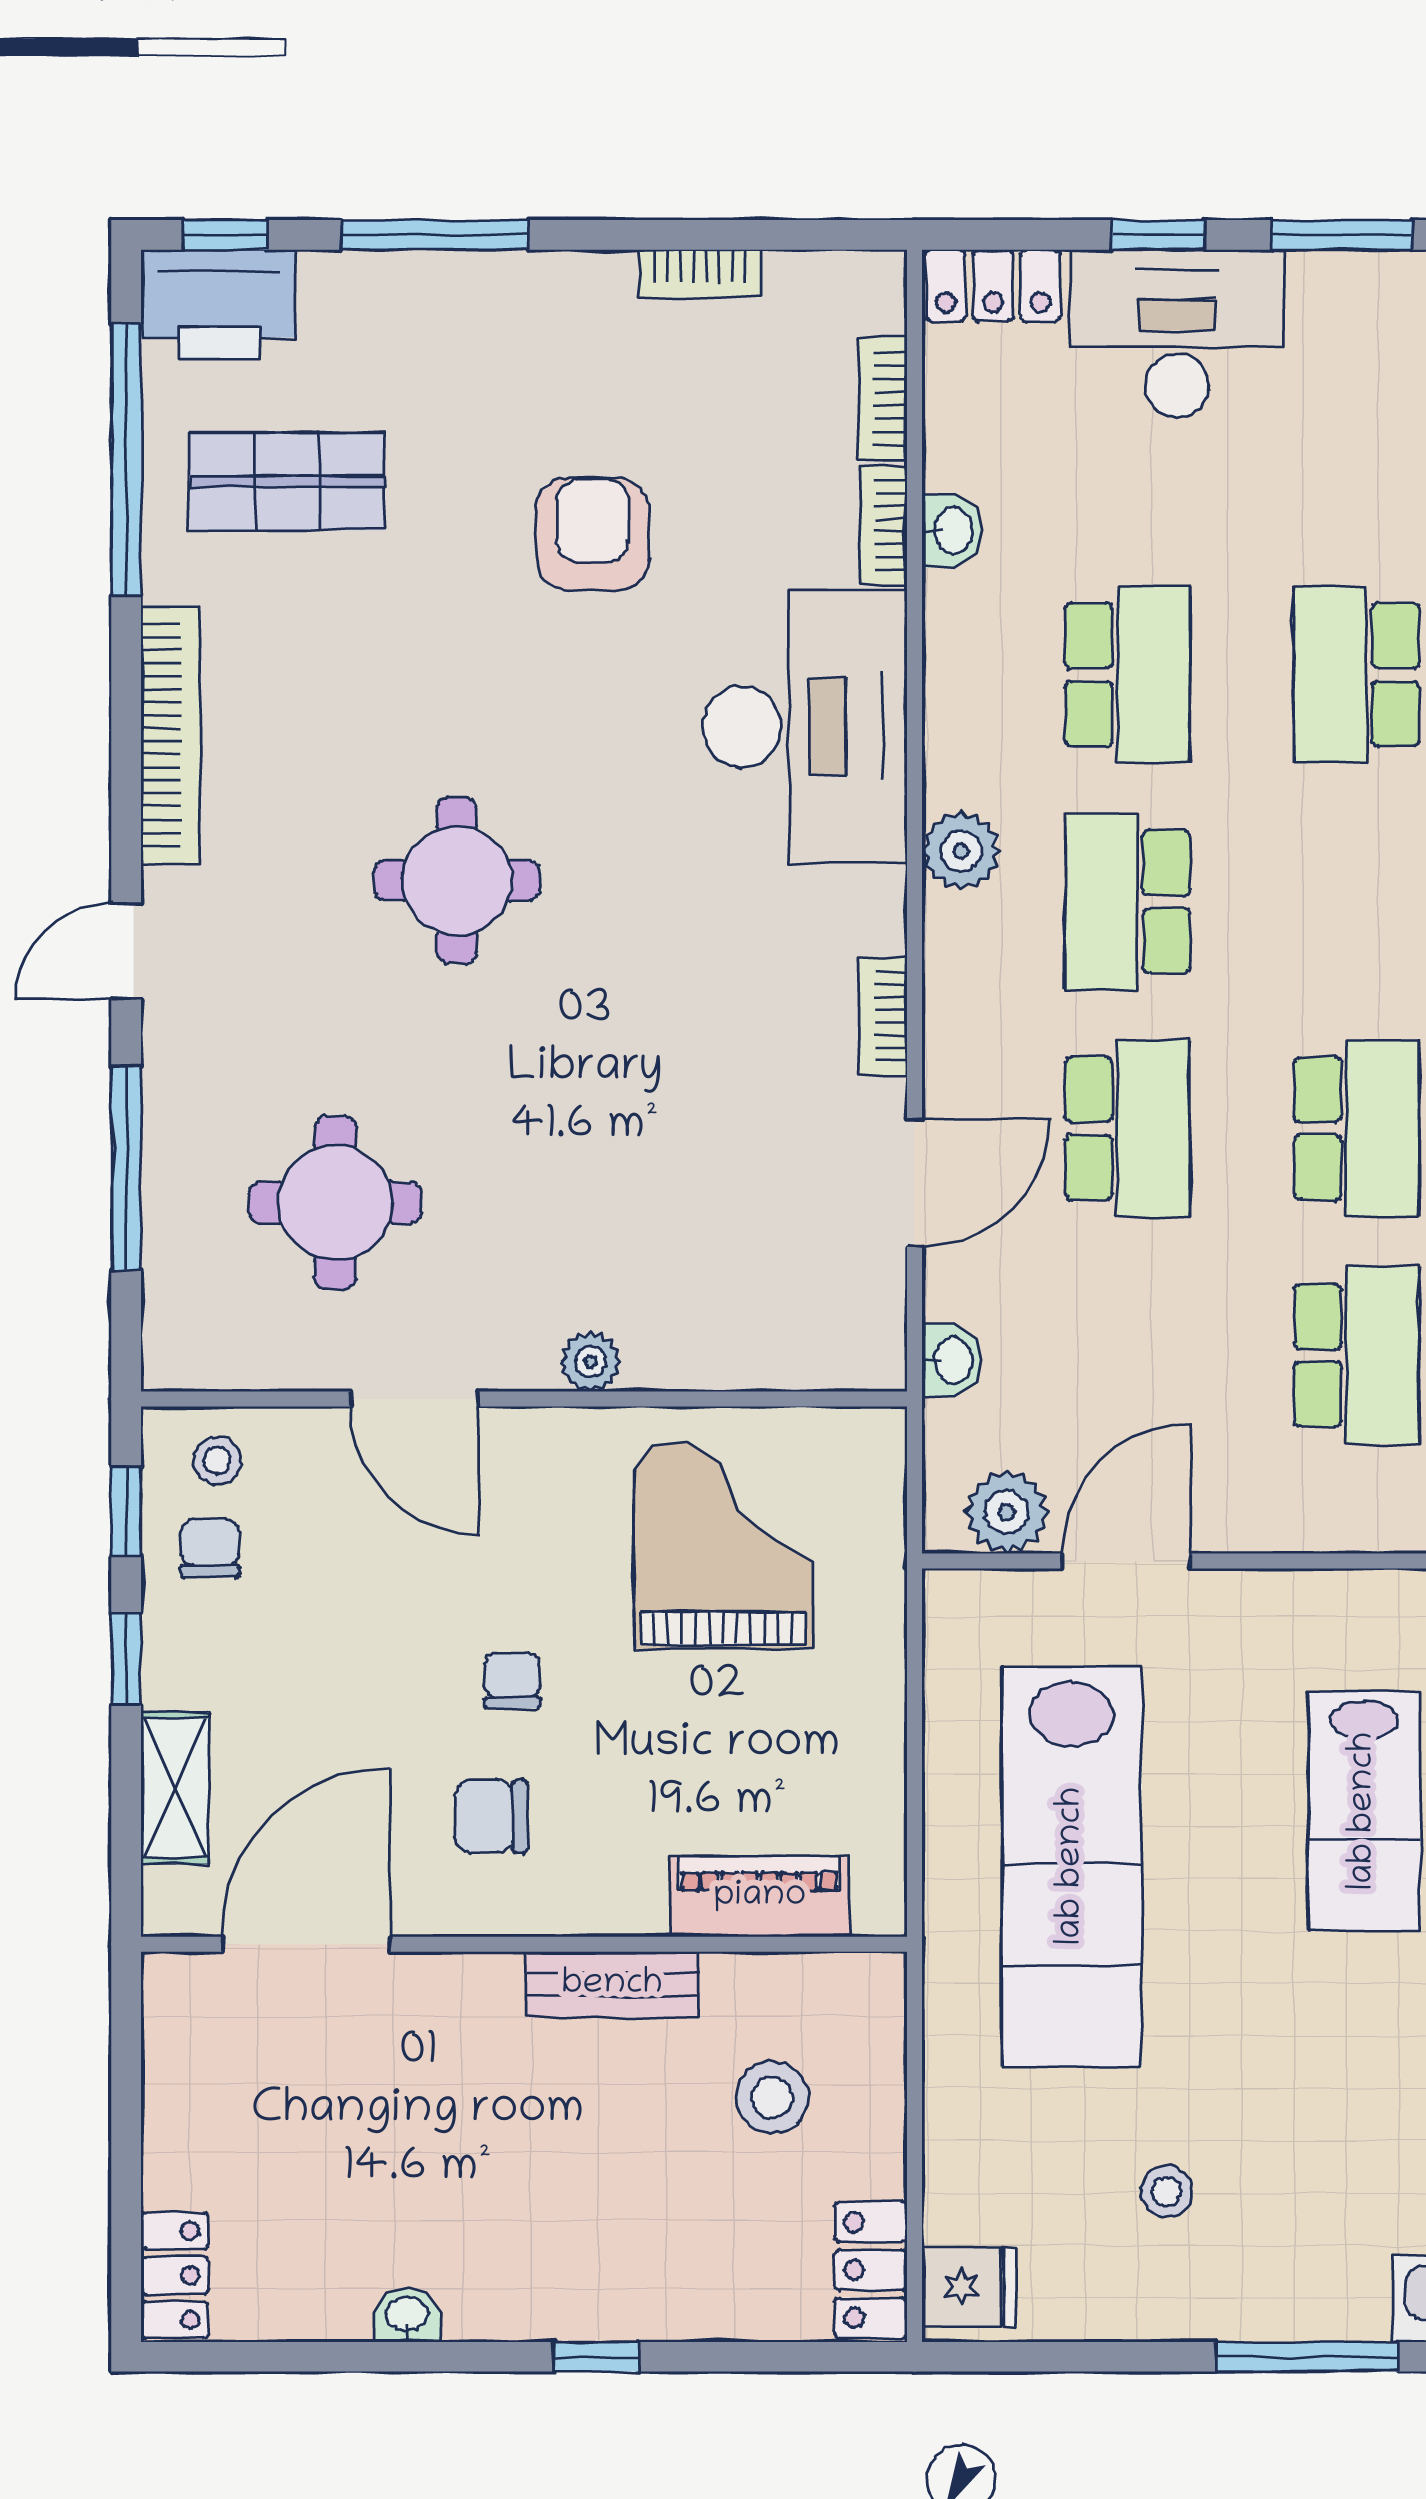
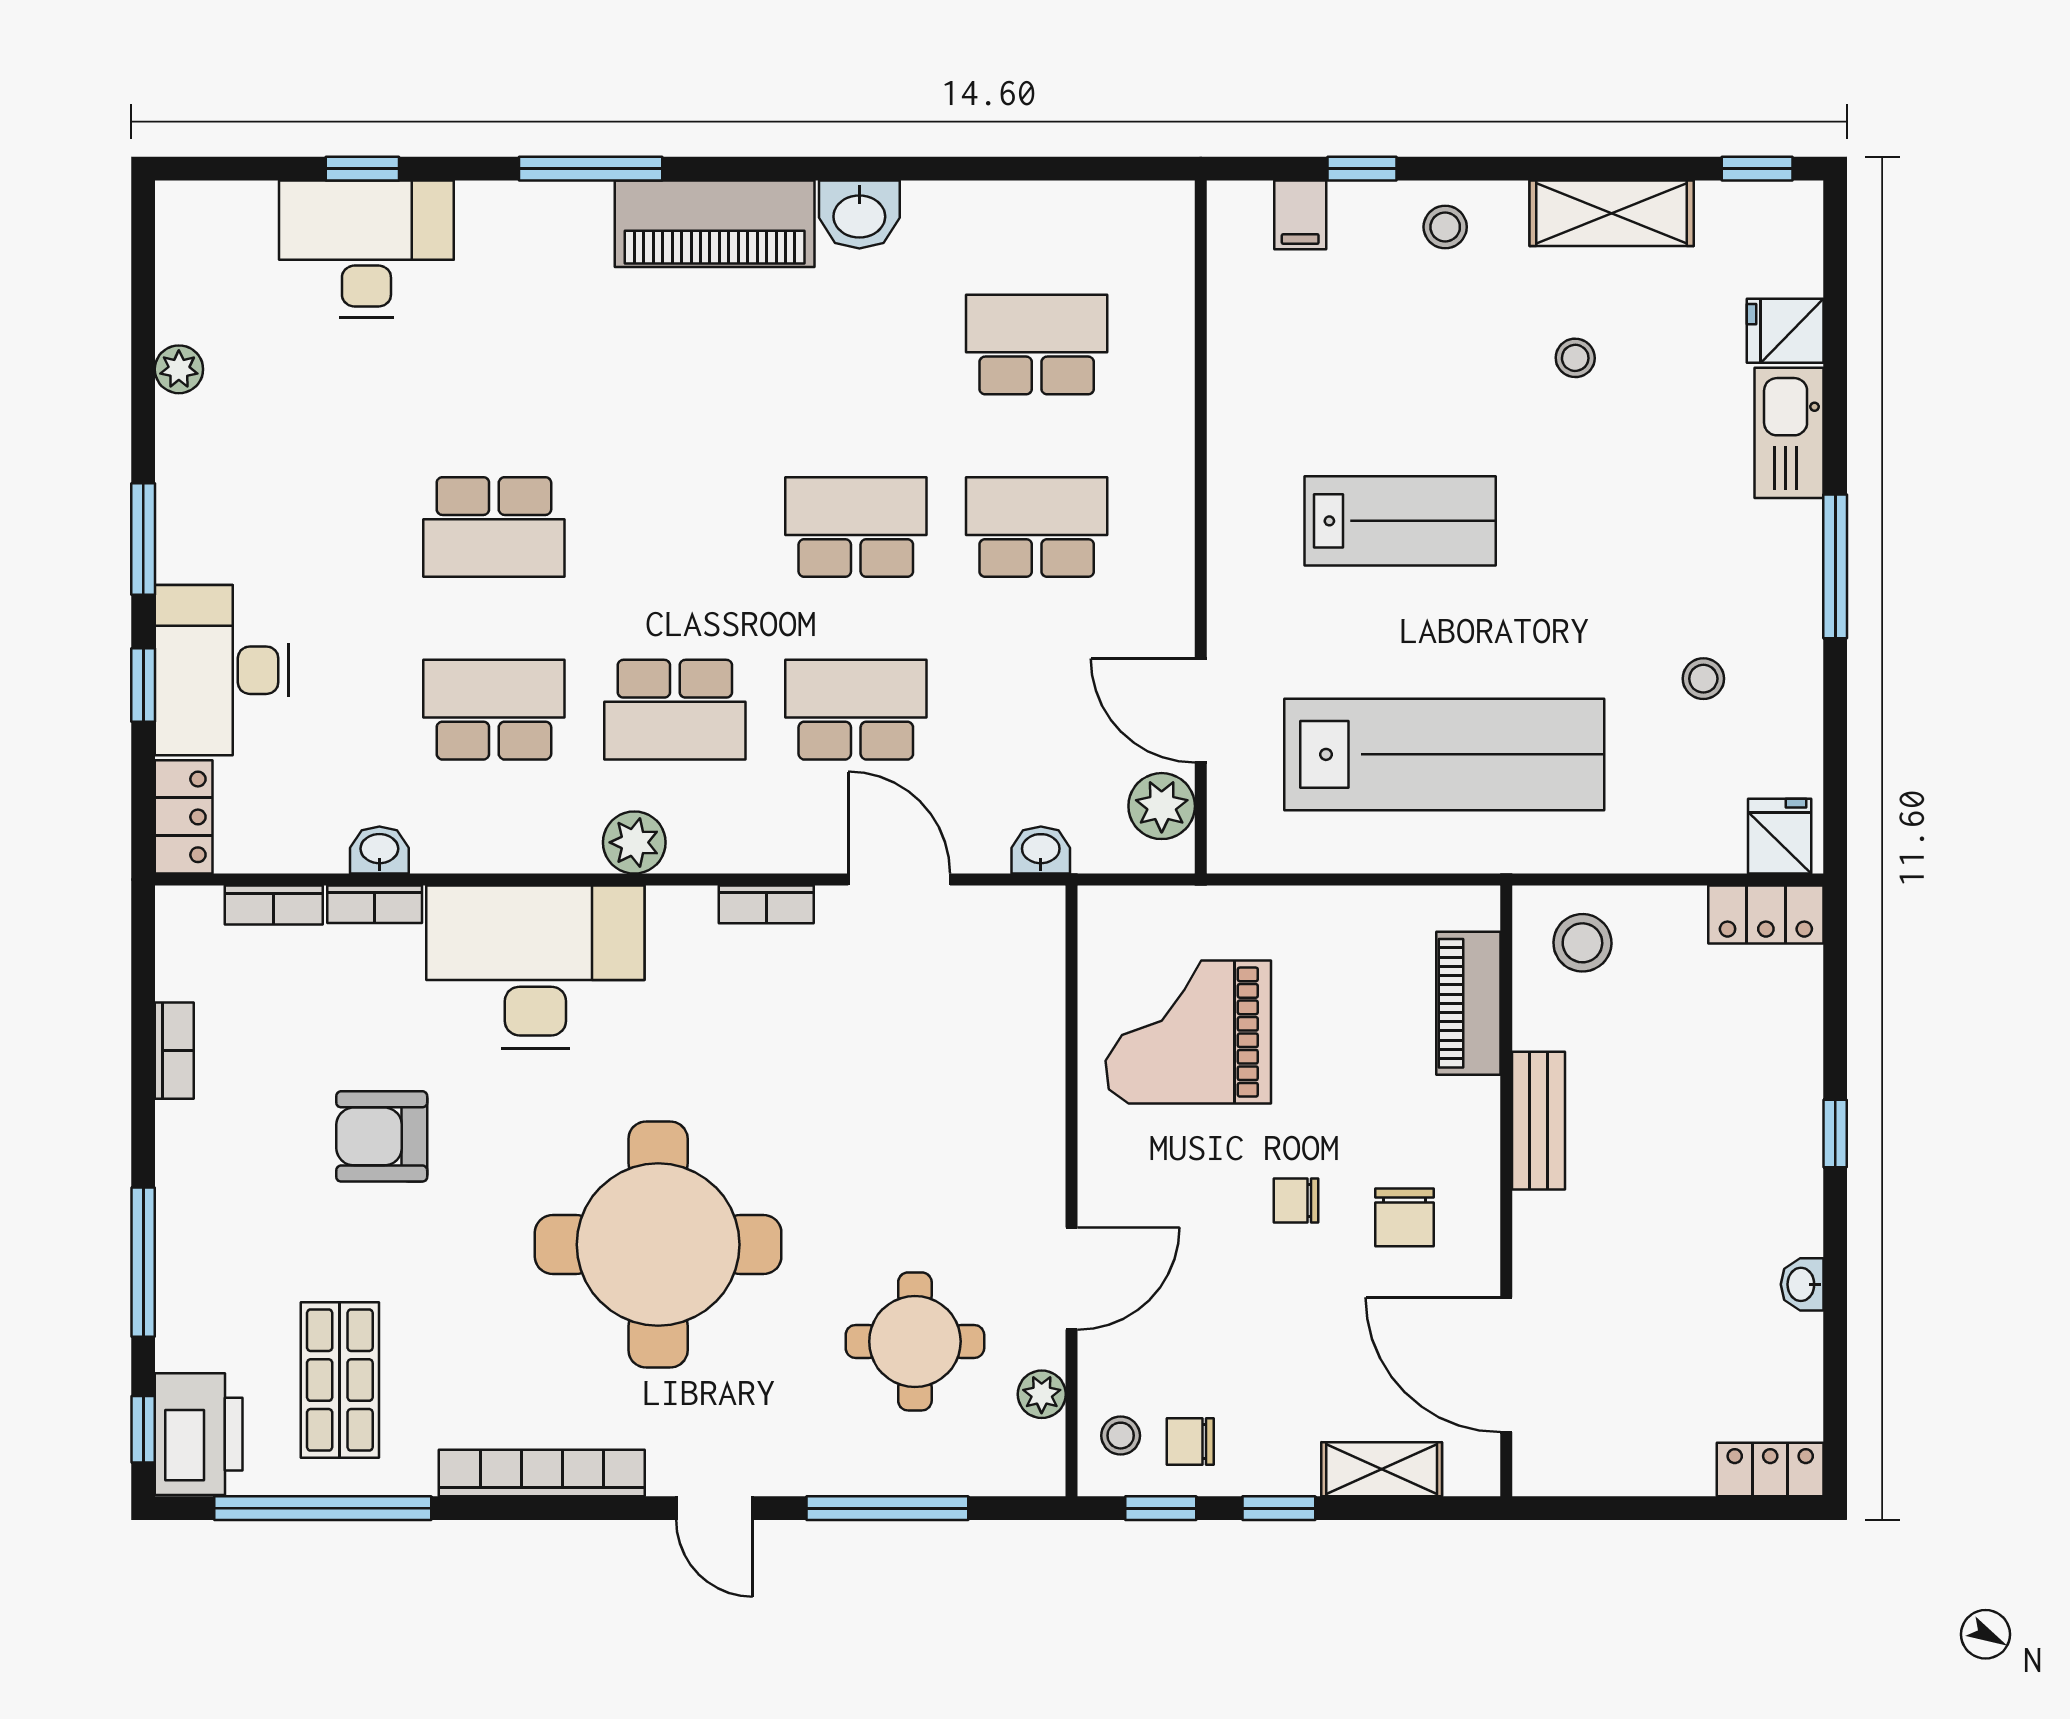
round table: (457, 881) -> (658, 1245), width x1.86, depth x1.86
plant: (590, 1362) -> (1042, 1394), moved
stool: (772, 2097) -> (1582, 943), moved

